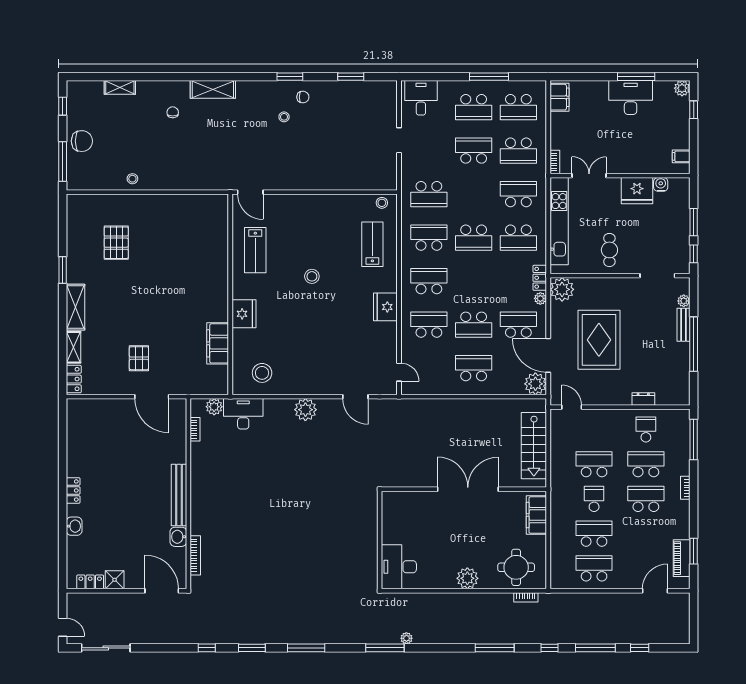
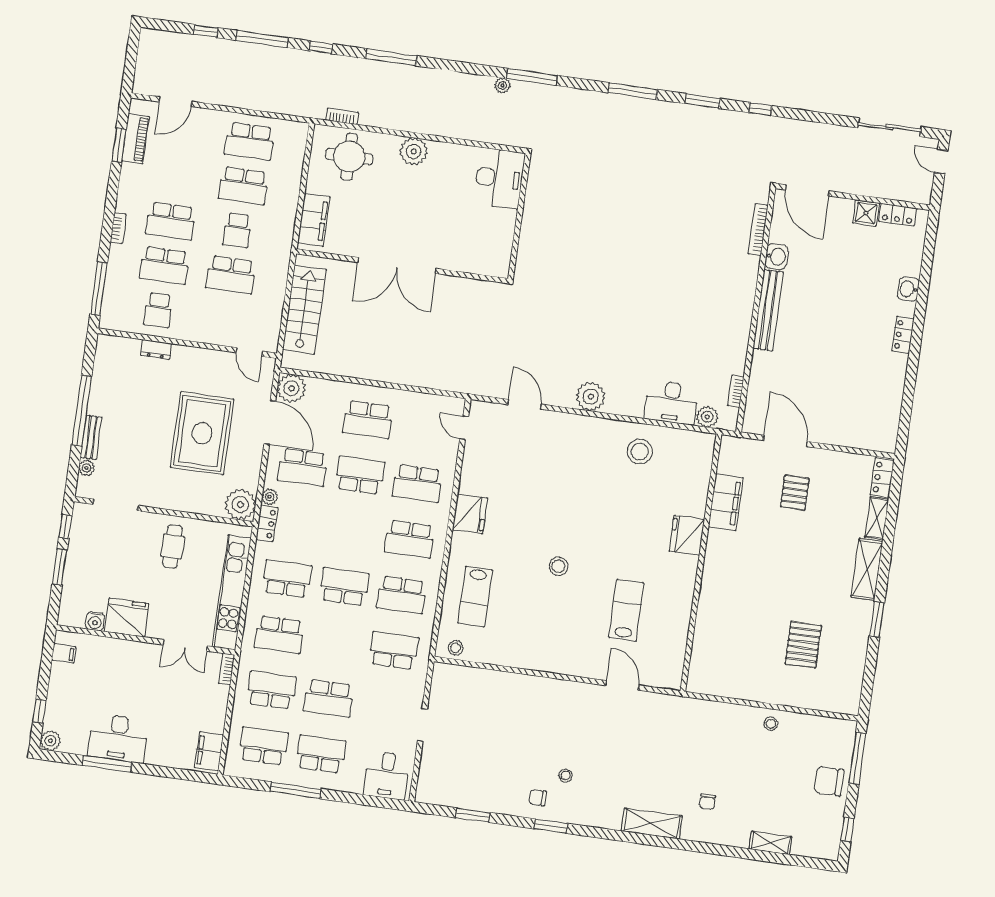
wall: (230, 294) -> (701, 563), moved
fridge: (244, 314) -> (687, 535), moved
filing cabinet: (218, 343) -> (726, 502), moved

